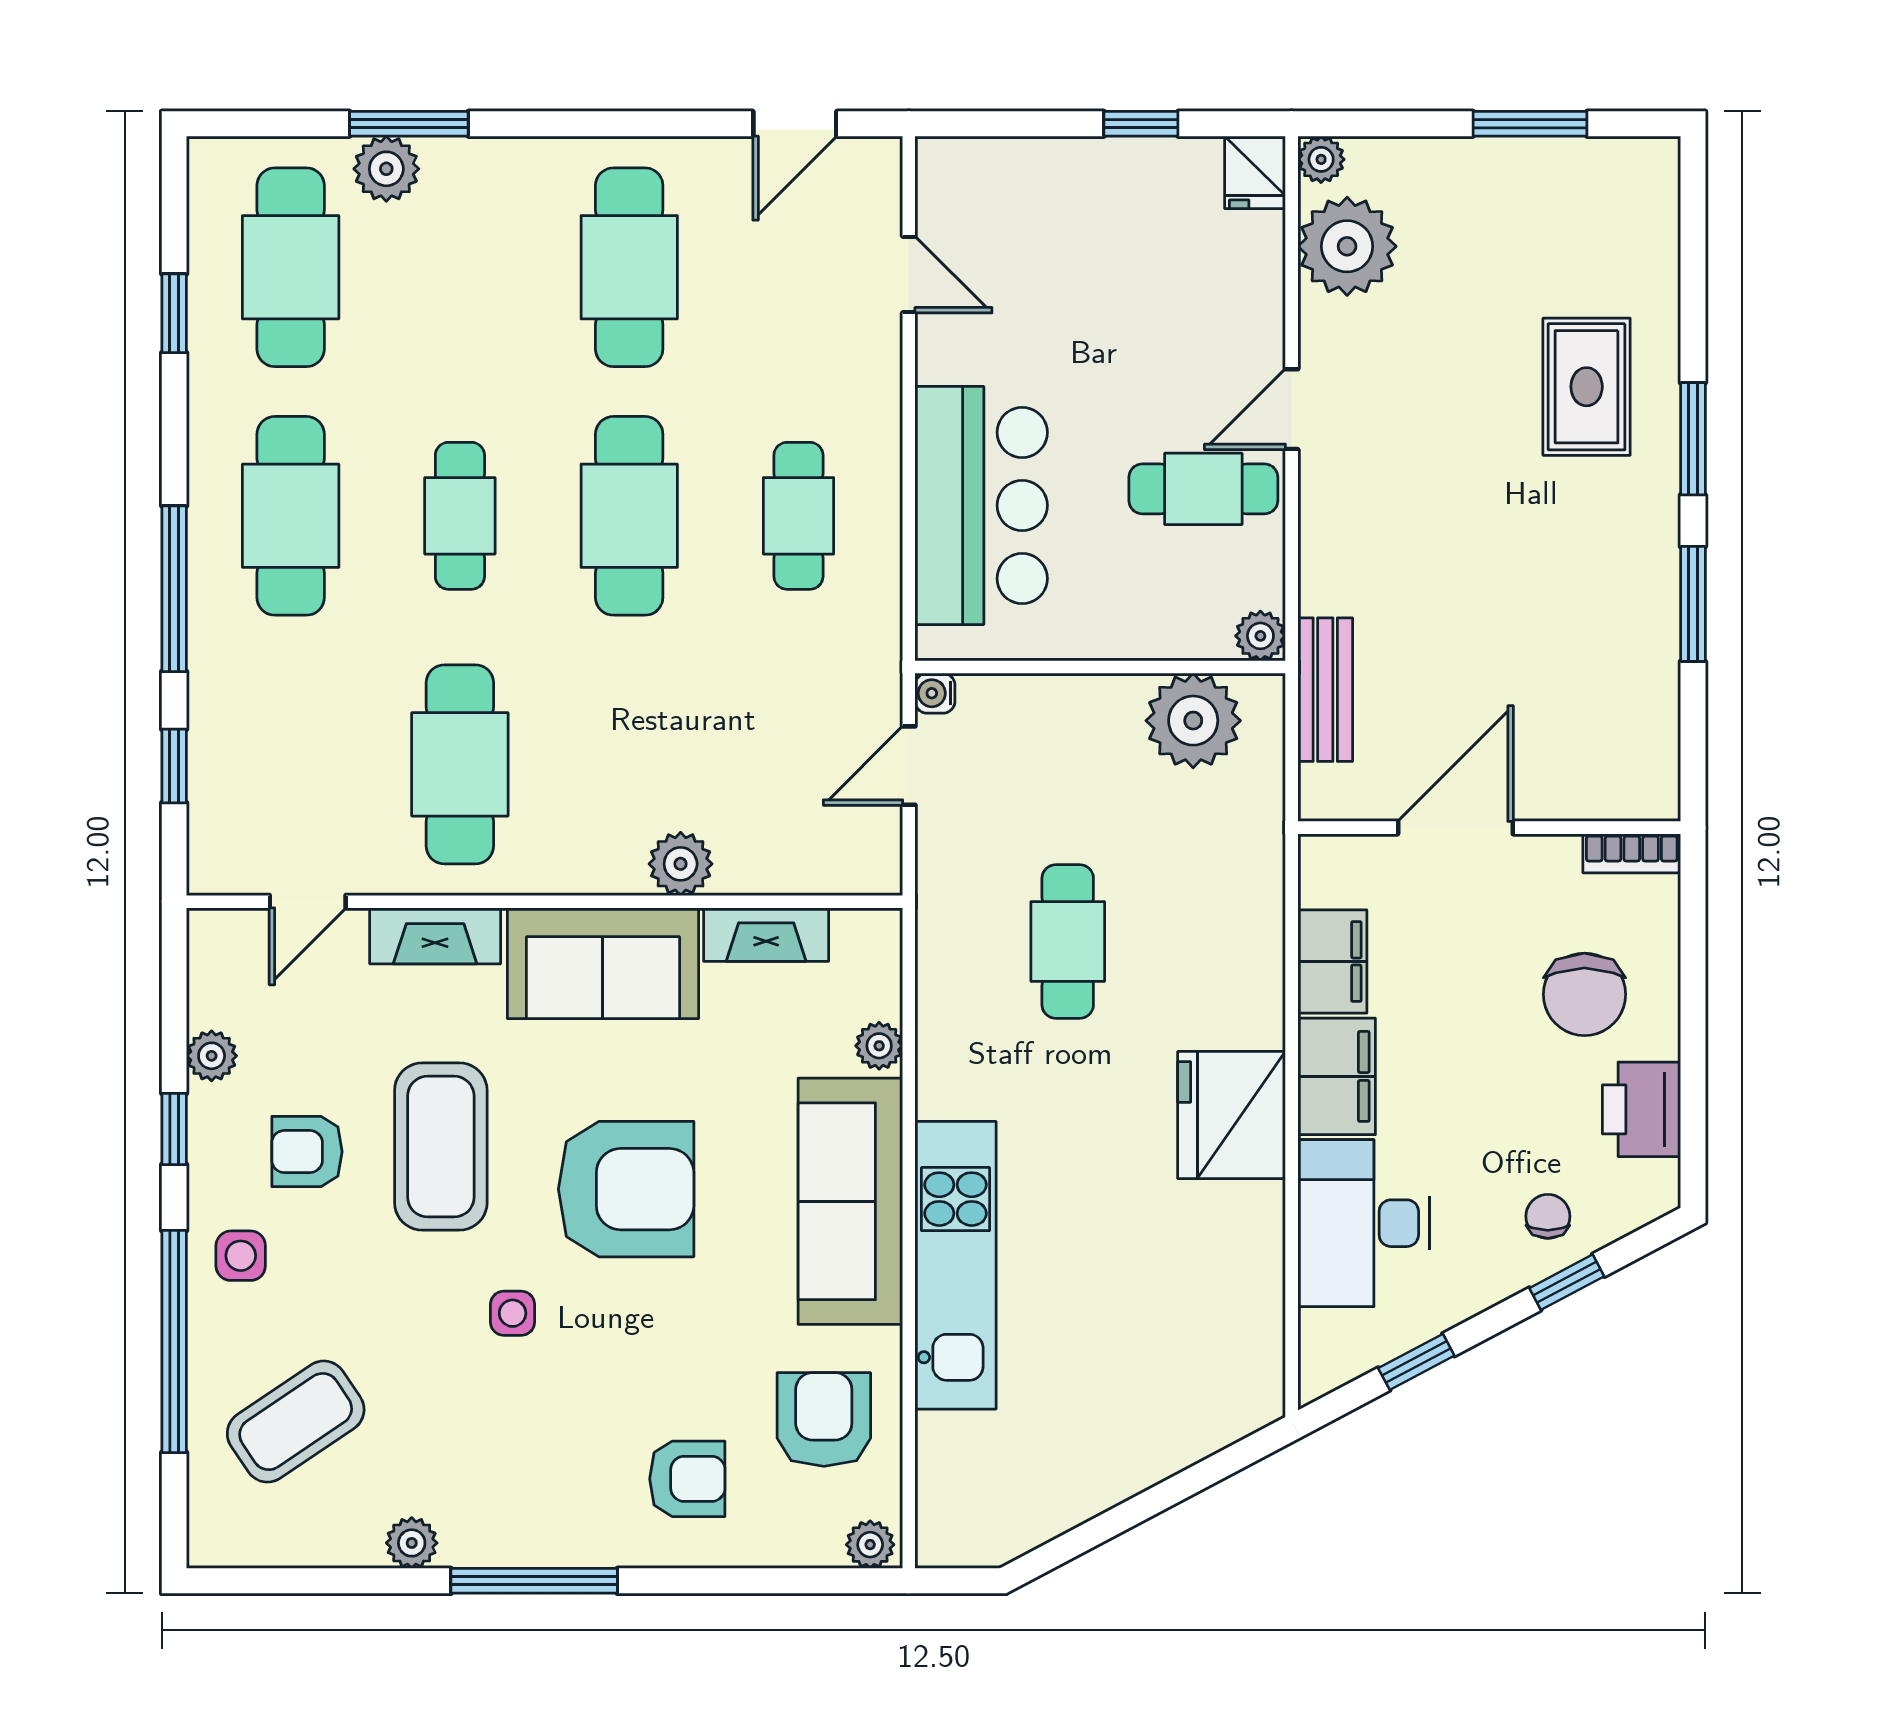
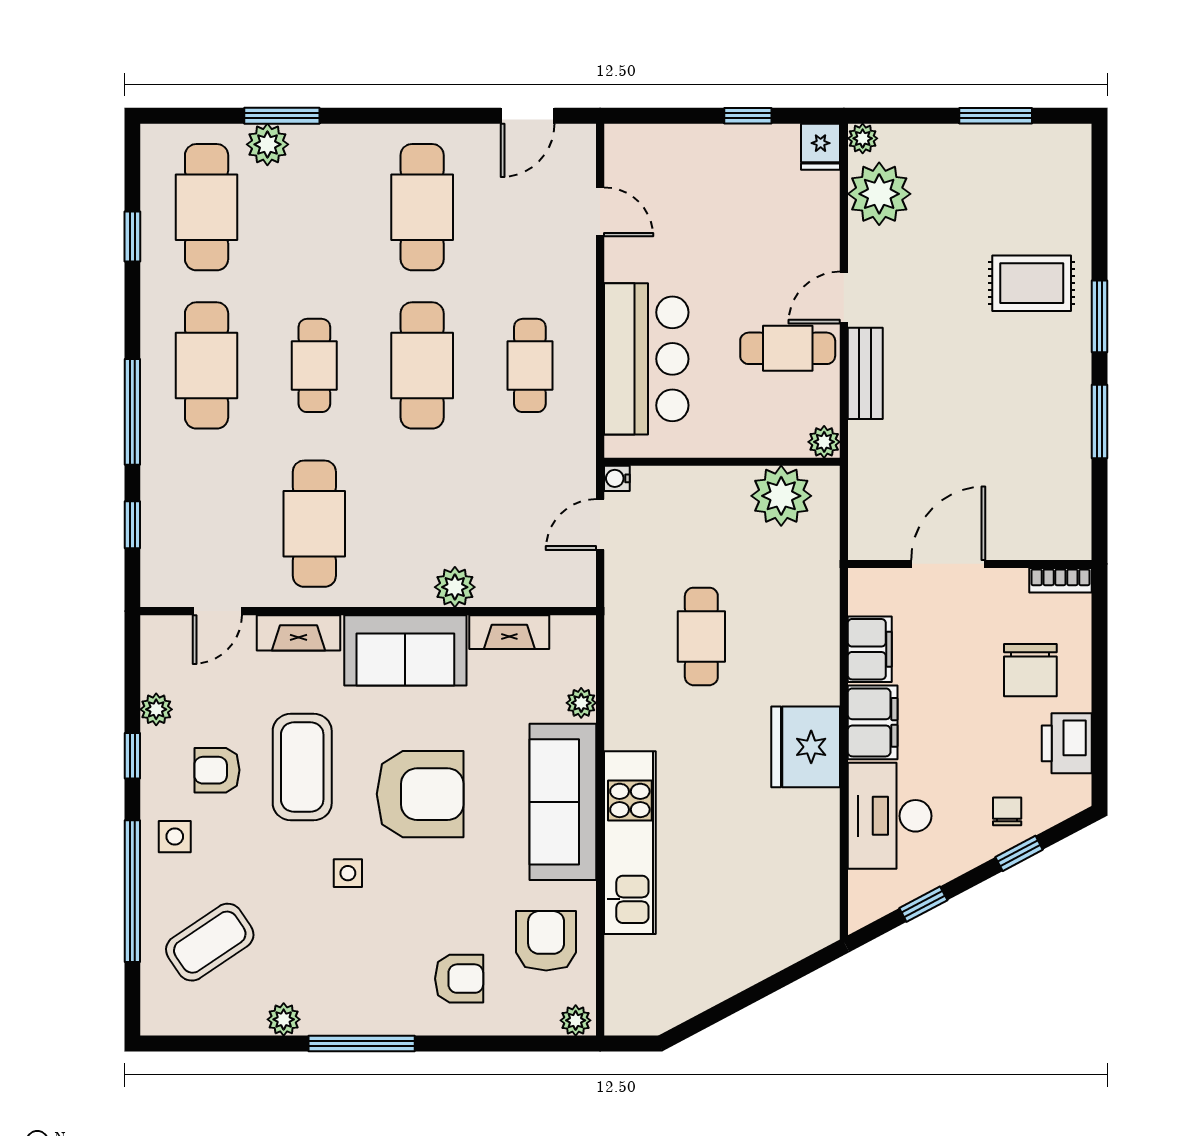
rug: (1587, 387) -> (1032, 283), turned 90
bench: (1325, 690) -> (865, 373), moved

